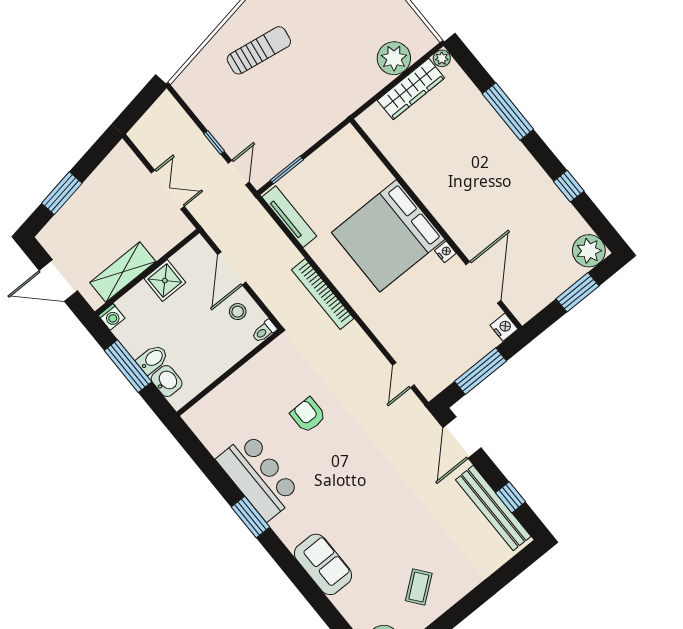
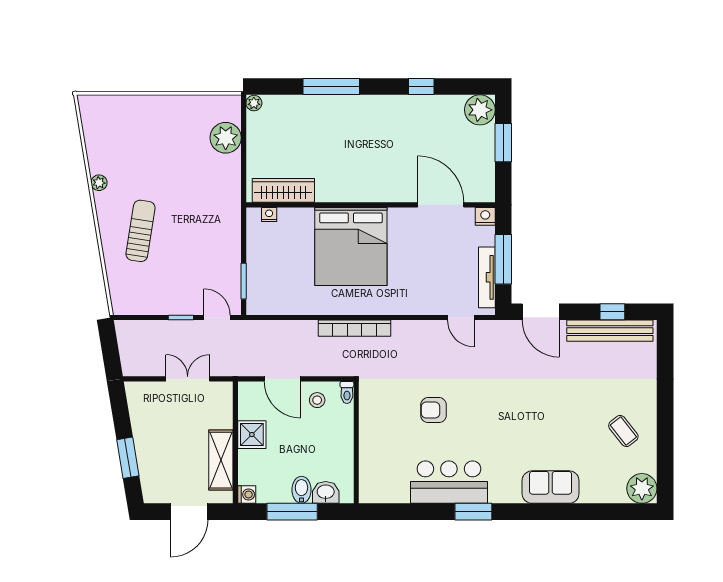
wardrobe: (411, 89) -> (283, 190), moved, turned -90
tv unit: (289, 217) -> (487, 277), moved, turned -90
nightstand: (445, 252) -> (269, 214), moved

